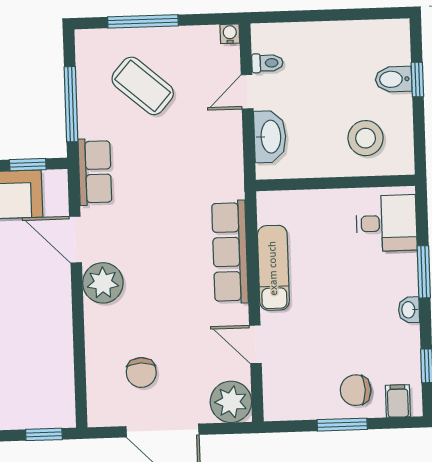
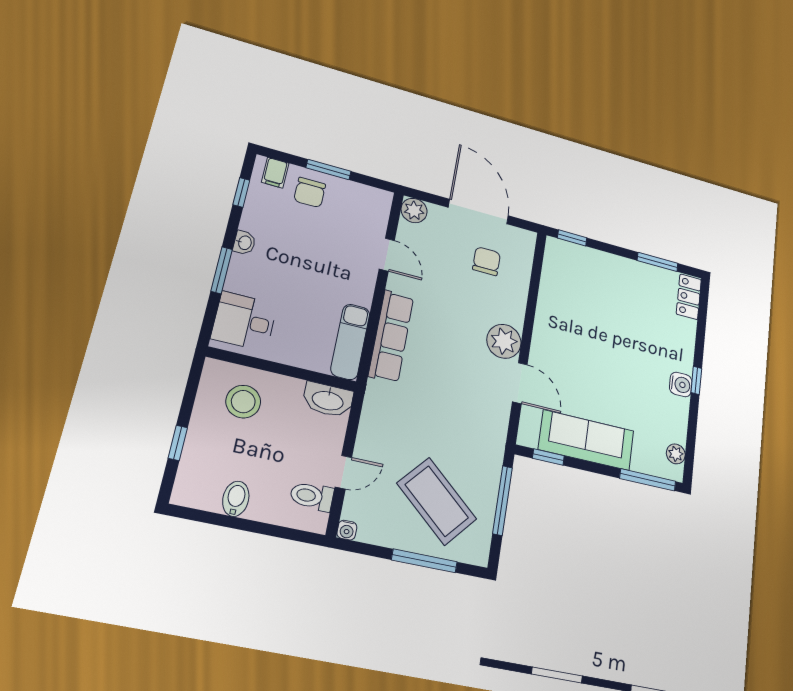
toilet: (267, 63) -> (312, 496), width x1.37, depth x1.39
bidet: (393, 79) -> (236, 499), moved, turned -90
coffee table: (143, 86) -> (437, 501), width x1.36, depth x1.32
washbasin: (270, 137) -> (328, 400), moved, turned -90
row of seats: (95, 172) -> (493, 436), removed
exam couch: (273, 268) -> (350, 342), moved
chair: (356, 390) -> (310, 193), turned 90
plant: (231, 402) -> (414, 210), width x0.73, depth x0.73

